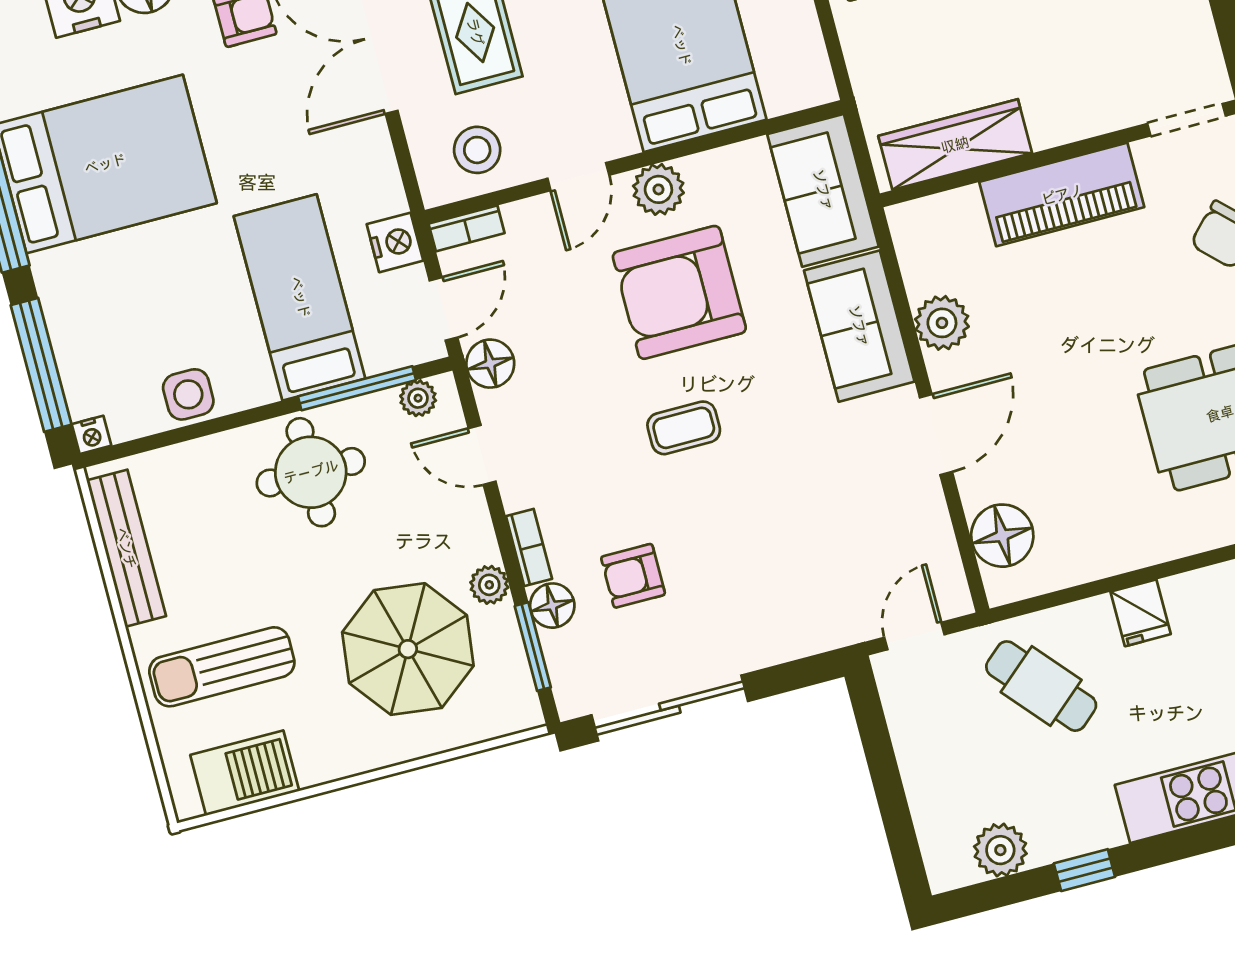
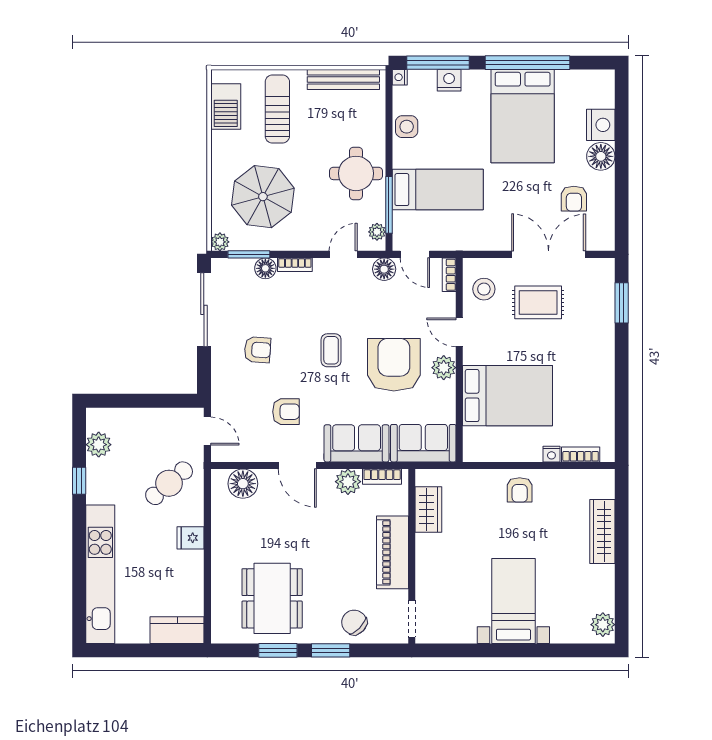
wardrobe: (955, 145) -> (428, 509), width x0.67
nightstand: (395, 242) -> (449, 80), moved, turned 180
bookcase: (913, 256) -> (382, 477), added
armchair: (833, 487) -> (286, 412), added
armchair: (633, 576) -> (258, 350), moved, turned 94
plant: (489, 585) -> (220, 242), moved

